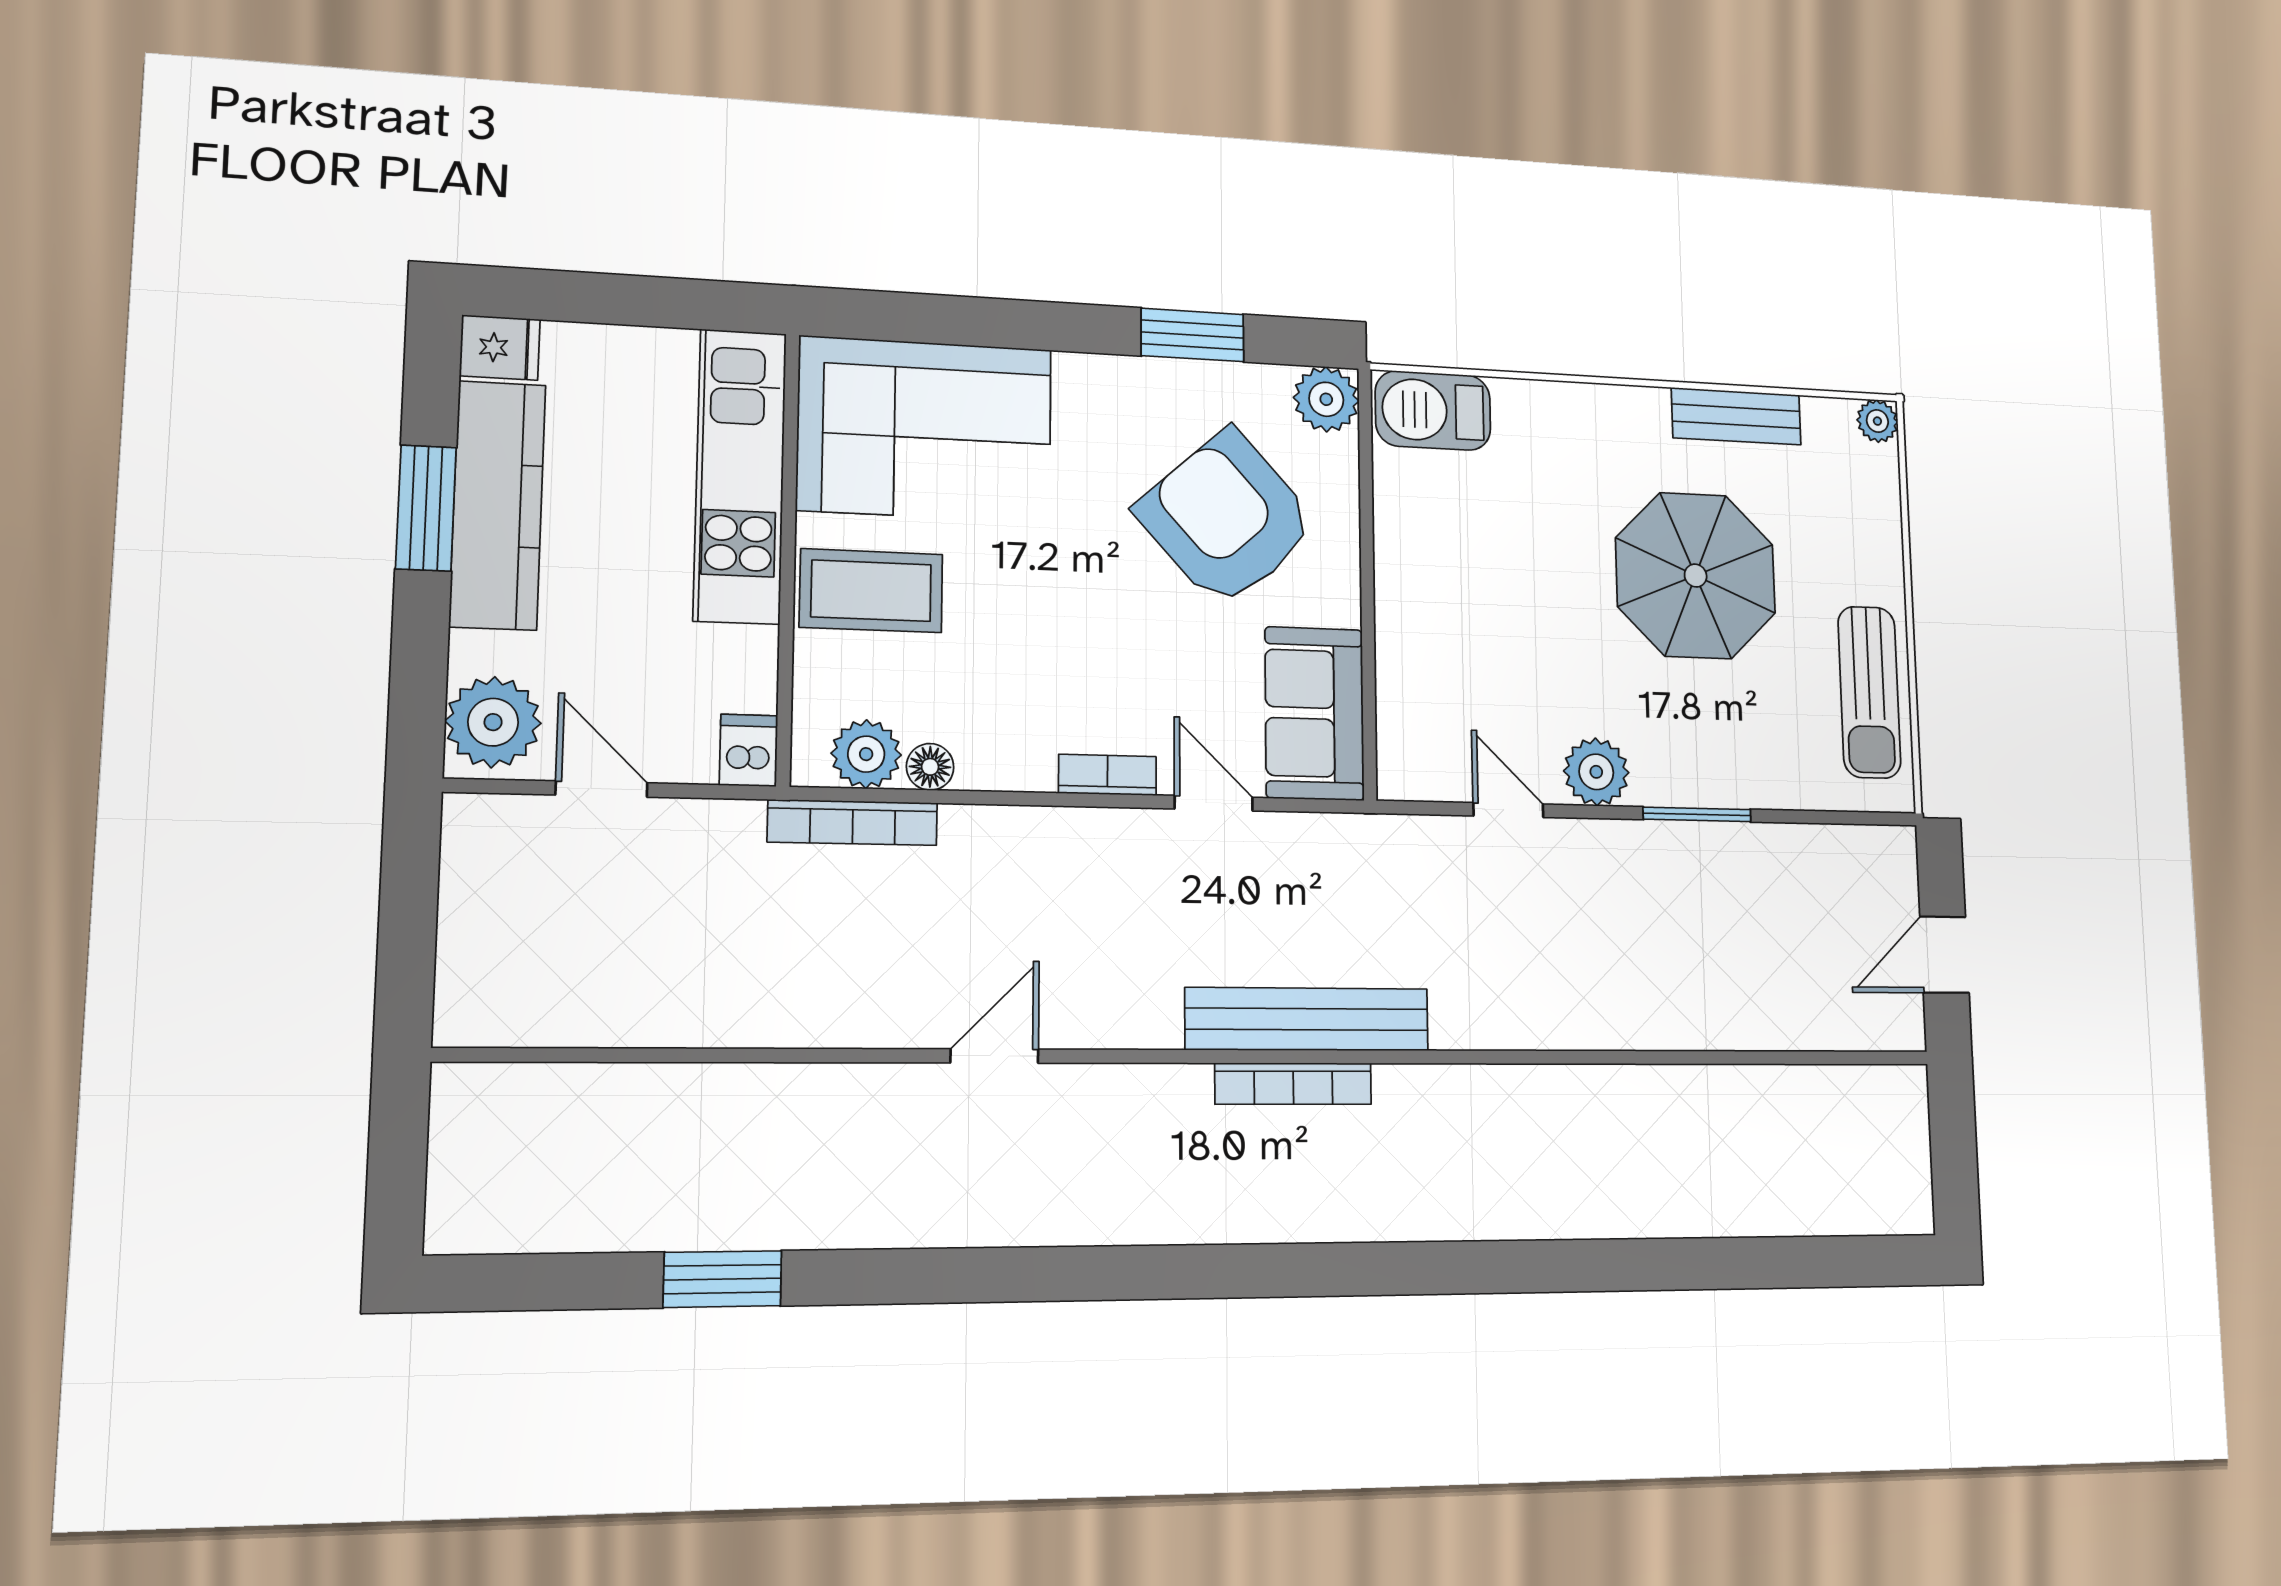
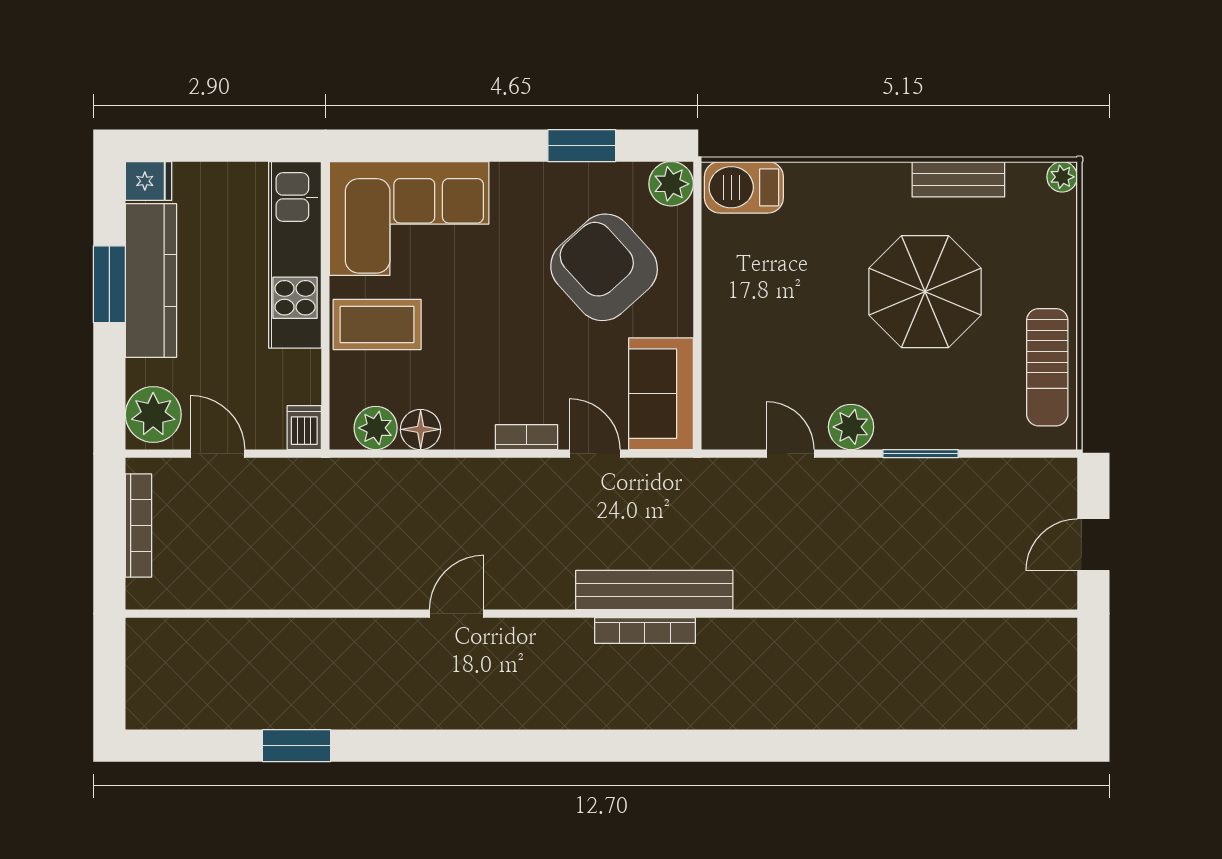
floor lamp: (930, 767) -> (421, 429), width x1.37, depth x1.37
bookcase: (853, 822) -> (139, 526), moved, turned -90

